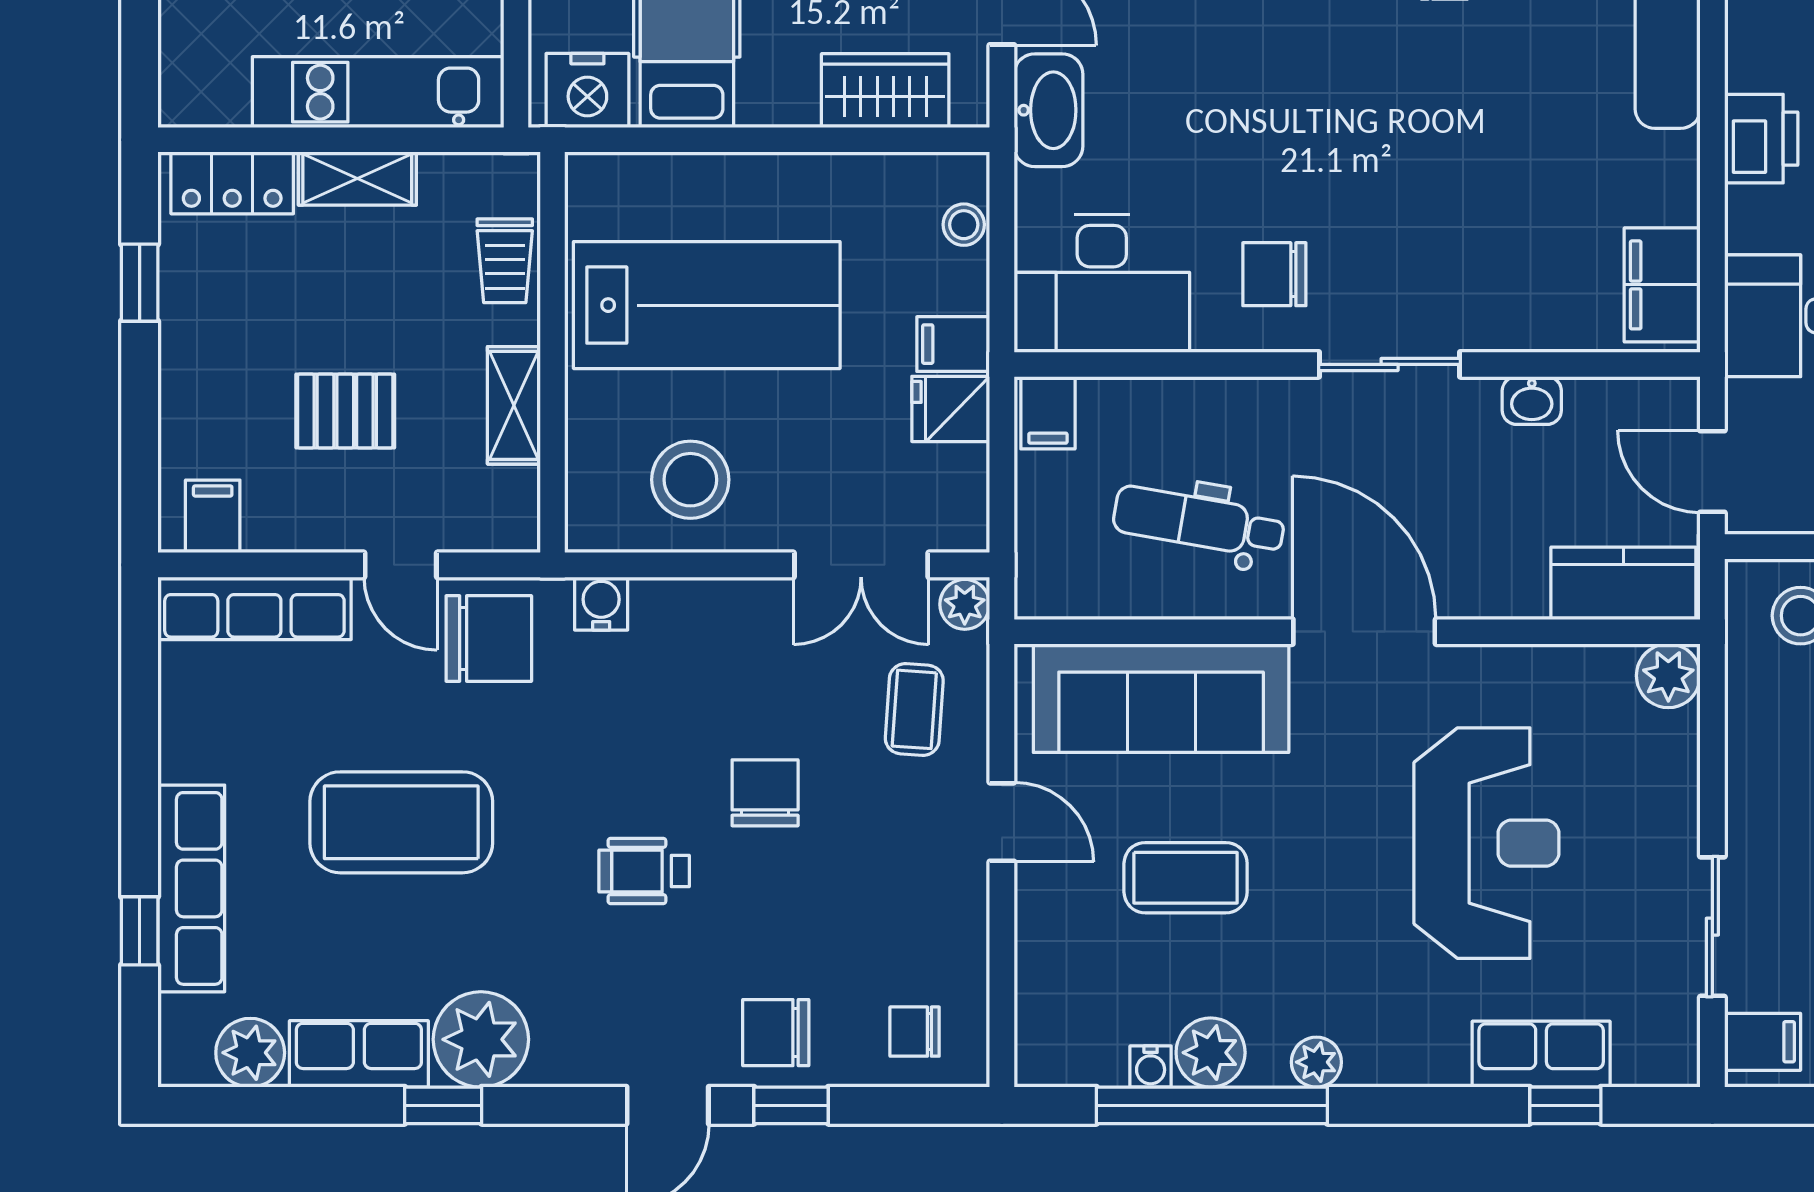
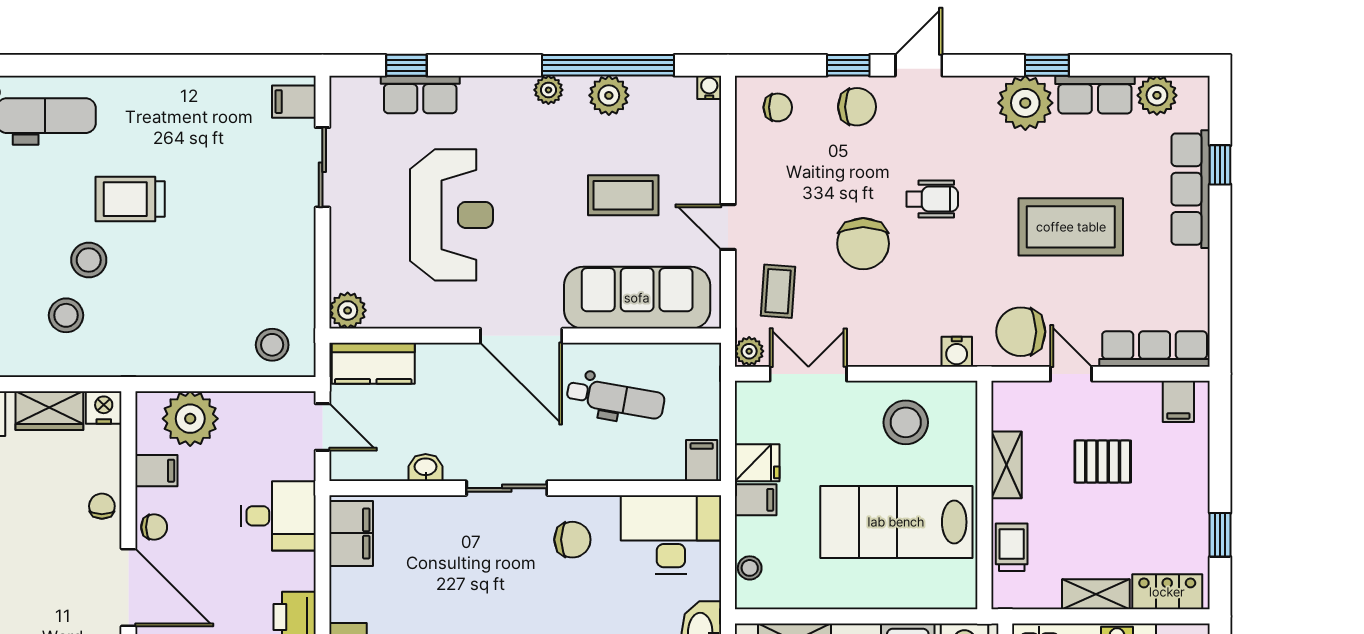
chair: (765, 793) -> (863, 244), width x1.37, depth x1.37
reception desk: (1486, 843) -> (451, 215), turned 180
water cooler: (1151, 1066) -> (709, 87), moved

